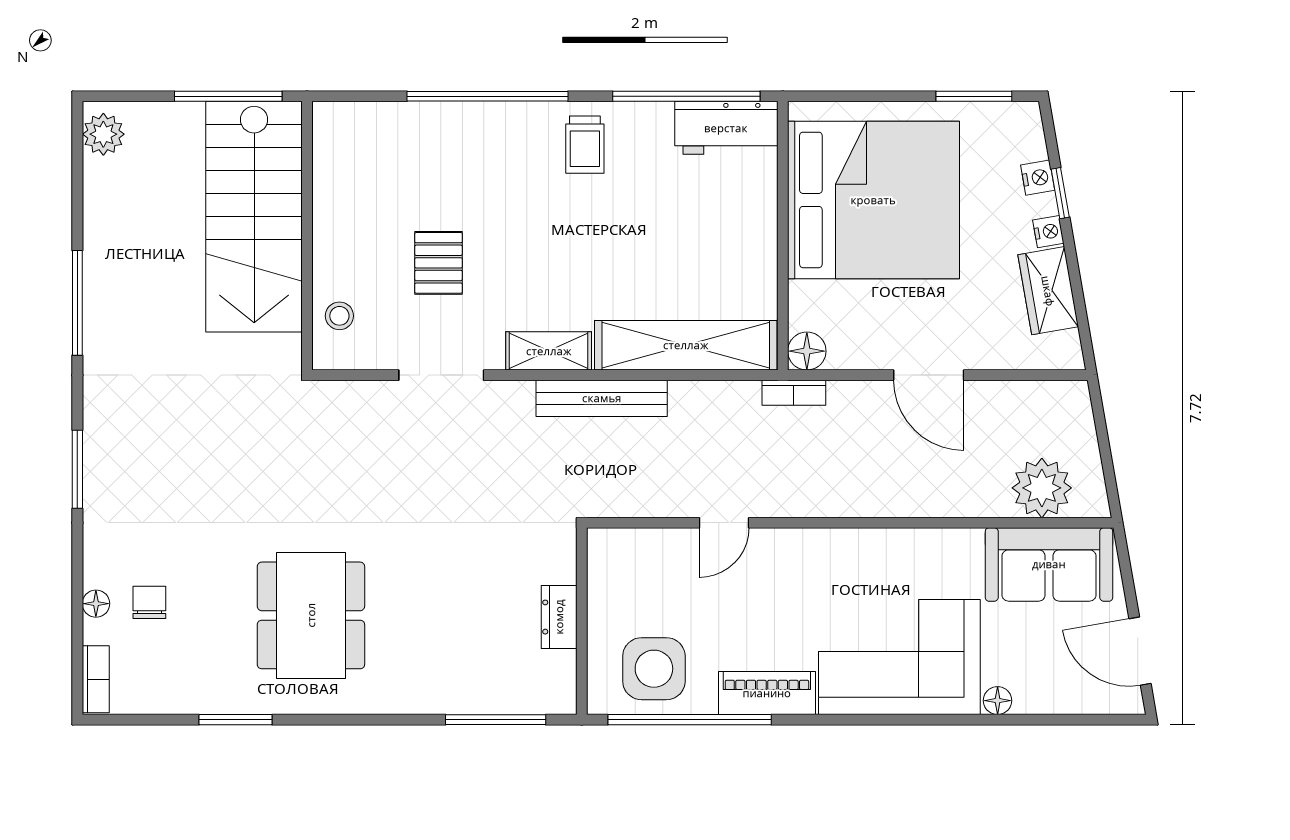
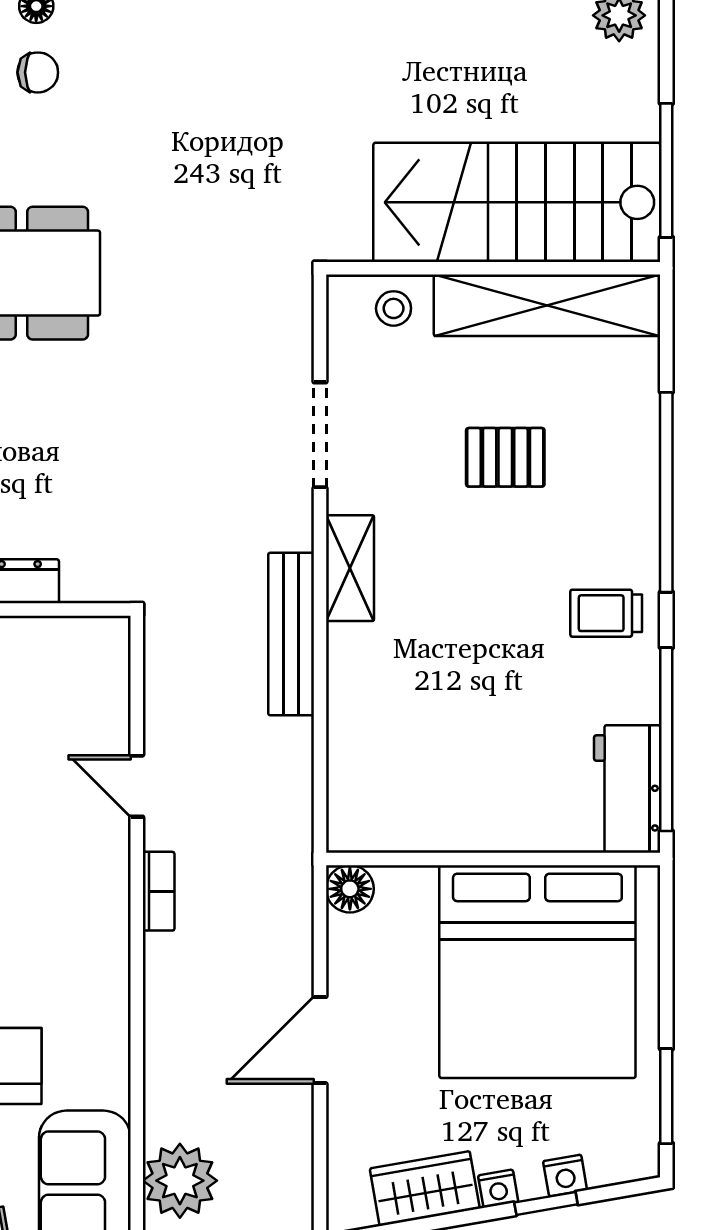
pallet: (439, 263) -> (505, 457), moved
shelving: (686, 345) -> (547, 305), moved, turned 90
bookcase: (794, 393) -> (159, 891), moved, turned 180

